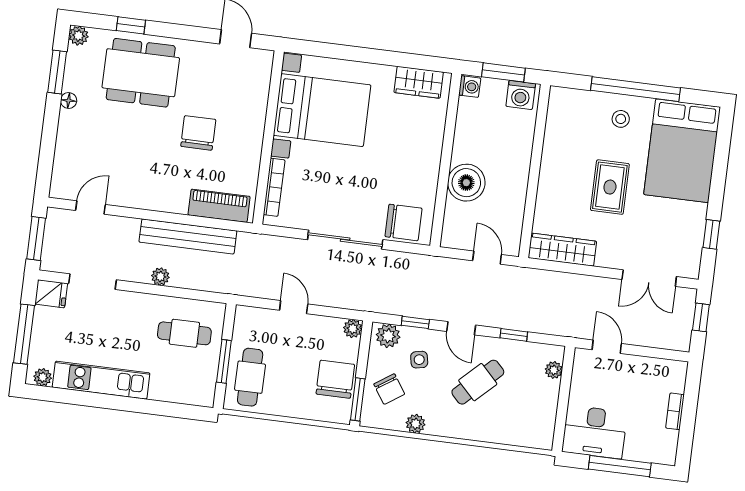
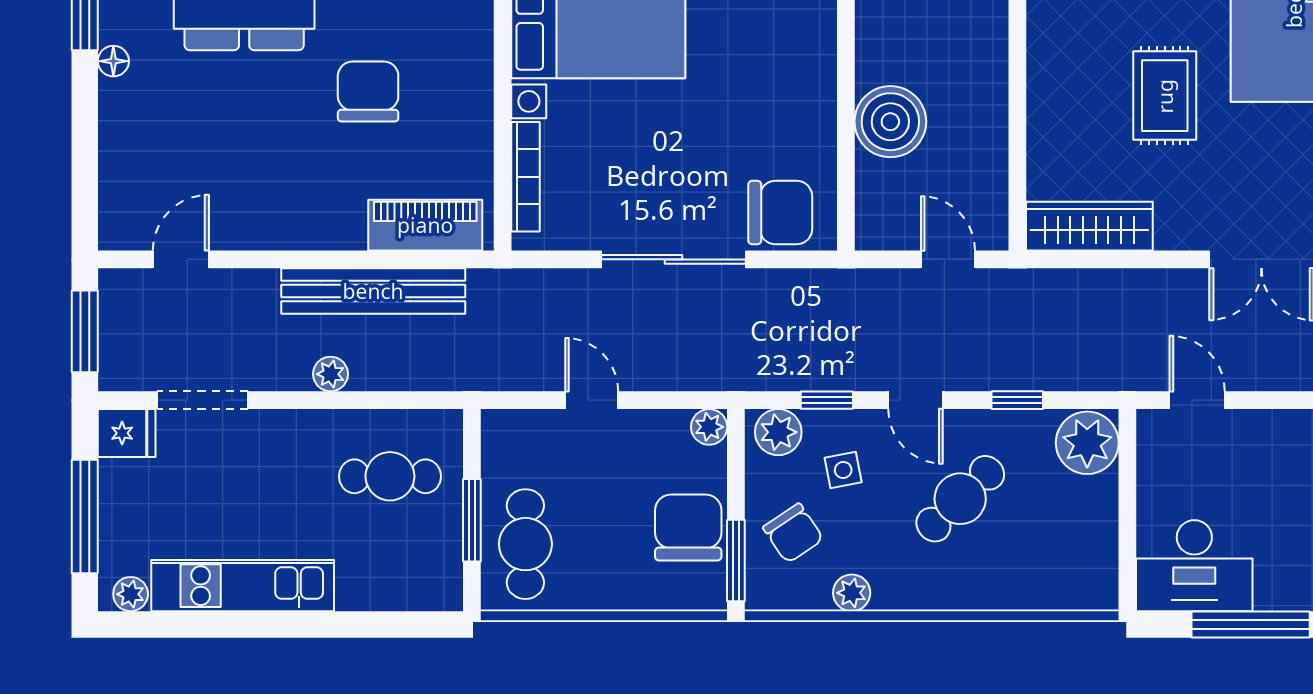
plant: (554, 370) -> (1087, 443), width x1.88, depth x1.88

